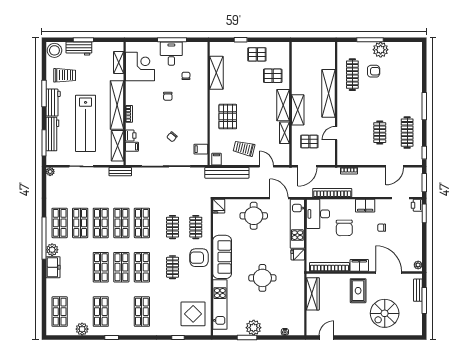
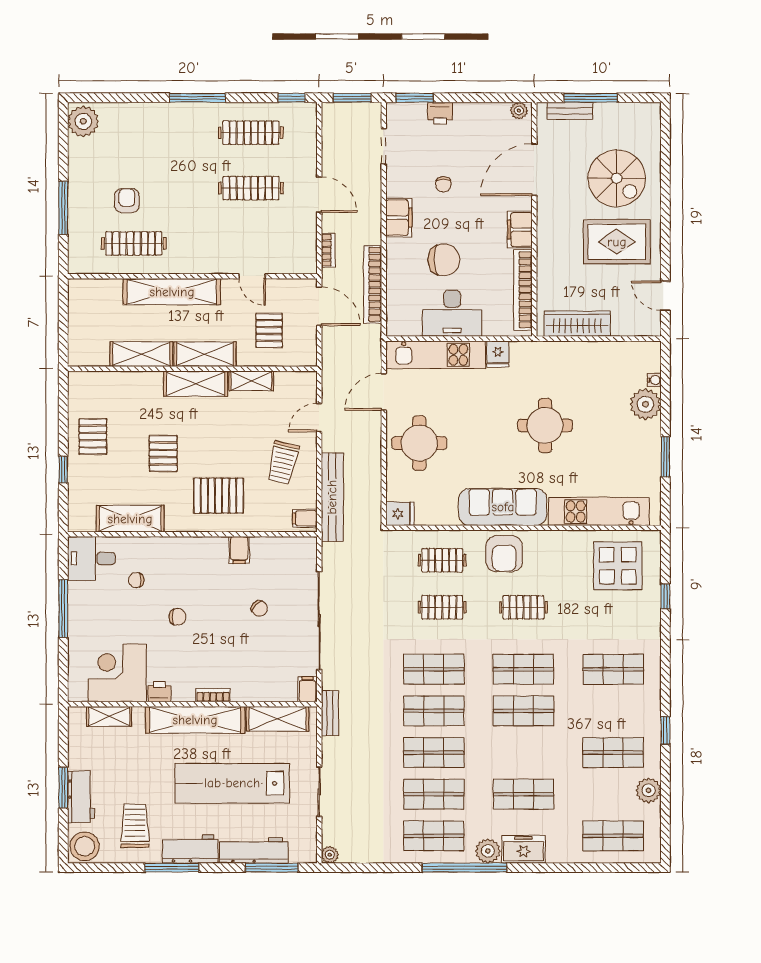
plant: (381, 50) -> (83, 121), moved
desk: (171, 54) -> (91, 558), moved
pallet: (273, 76) -> (163, 453), moved
shelving: (298, 78) -> (141, 354), added
lab bench: (86, 123) -> (232, 783), turned 180
clothes rail: (380, 133) -> (251, 188), width x1.36
printer: (131, 136) -> (159, 692), moved
filing cabinet: (132, 147) -> (308, 689), moved
filing cabinet: (201, 149) -> (239, 550), moved
door: (307, 166) -> (319, 306), moved
door: (395, 166) -> (319, 195), moved
printer: (417, 205) -> (440, 113), moved
desk: (318, 214) -> (452, 313), moved
shop shelf: (101, 267) -> (523, 794), moved
rug: (358, 291) -> (617, 242), moved, width x1.36, depth x1.43
plant: (254, 328) -> (645, 404), moved

